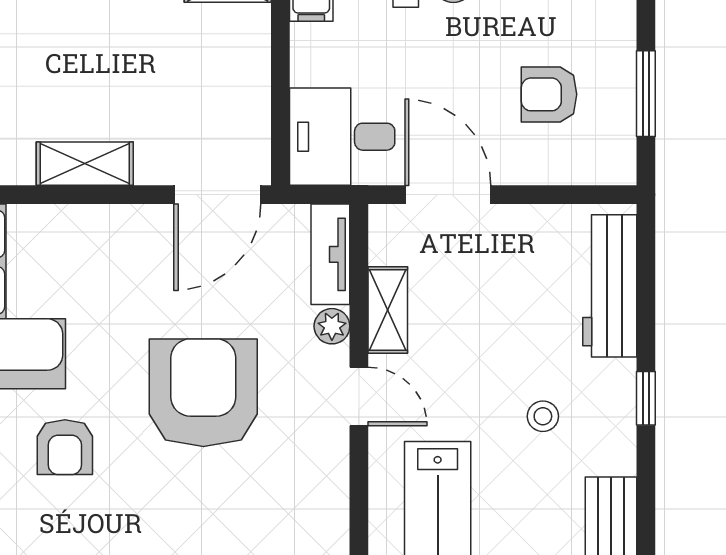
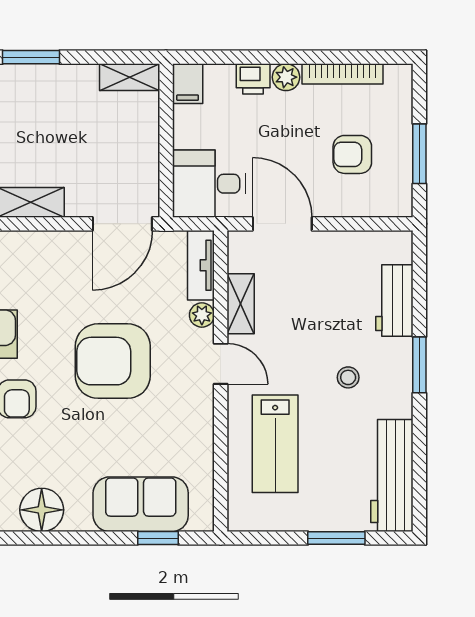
workbench: (610, 286) -> (394, 301), width x0.73
armchair: (203, 393) -> (113, 361), turned -90
window: (646, 398) -> (419, 365), width x1.50

